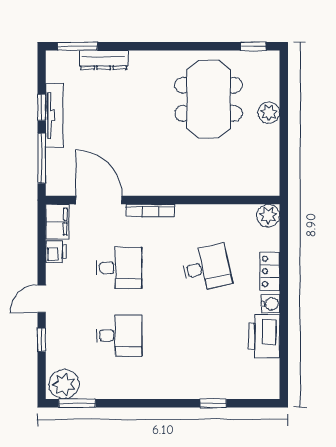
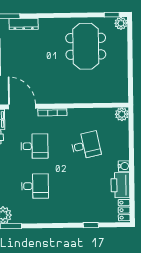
plant: (269, 113) -> (121, 23), moved
locker: (270, 271) -> (124, 210), moved

